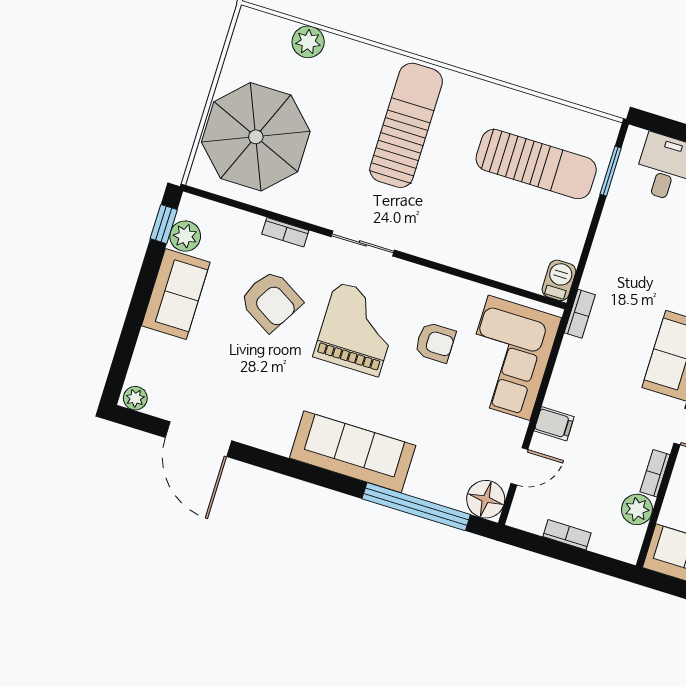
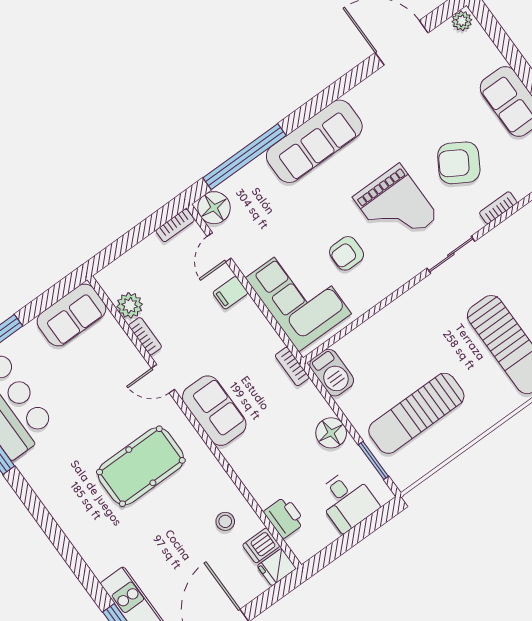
floor lamp: (615, 230) -> (331, 433), added
barbecue: (559, 280) -> (332, 373), width x1.38, depth x1.27
bookcase: (567, 535) -> (175, 225), moved

